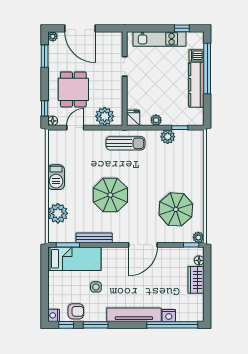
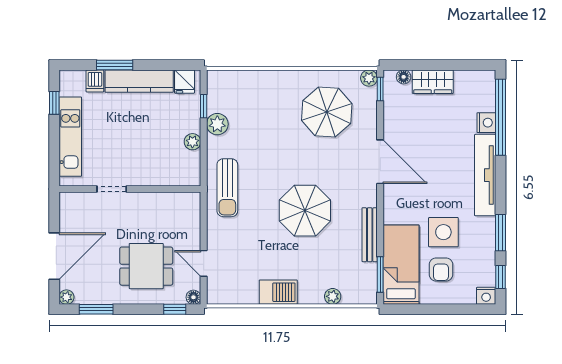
window: (207, 68) -> (115, 65), width x0.47
plant: (105, 116) -> (187, 219), removed
fridge: (133, 118) -> (185, 82), moved, turned -90
sun lounger: (125, 143) -> (227, 188), turned 180
plant: (58, 213) -> (333, 296), width x0.53, depth x0.53
side table: (96, 287) -> (443, 232), width x1.87, depth x1.87
armchair: (76, 311) -> (441, 269), moved, turned 180

